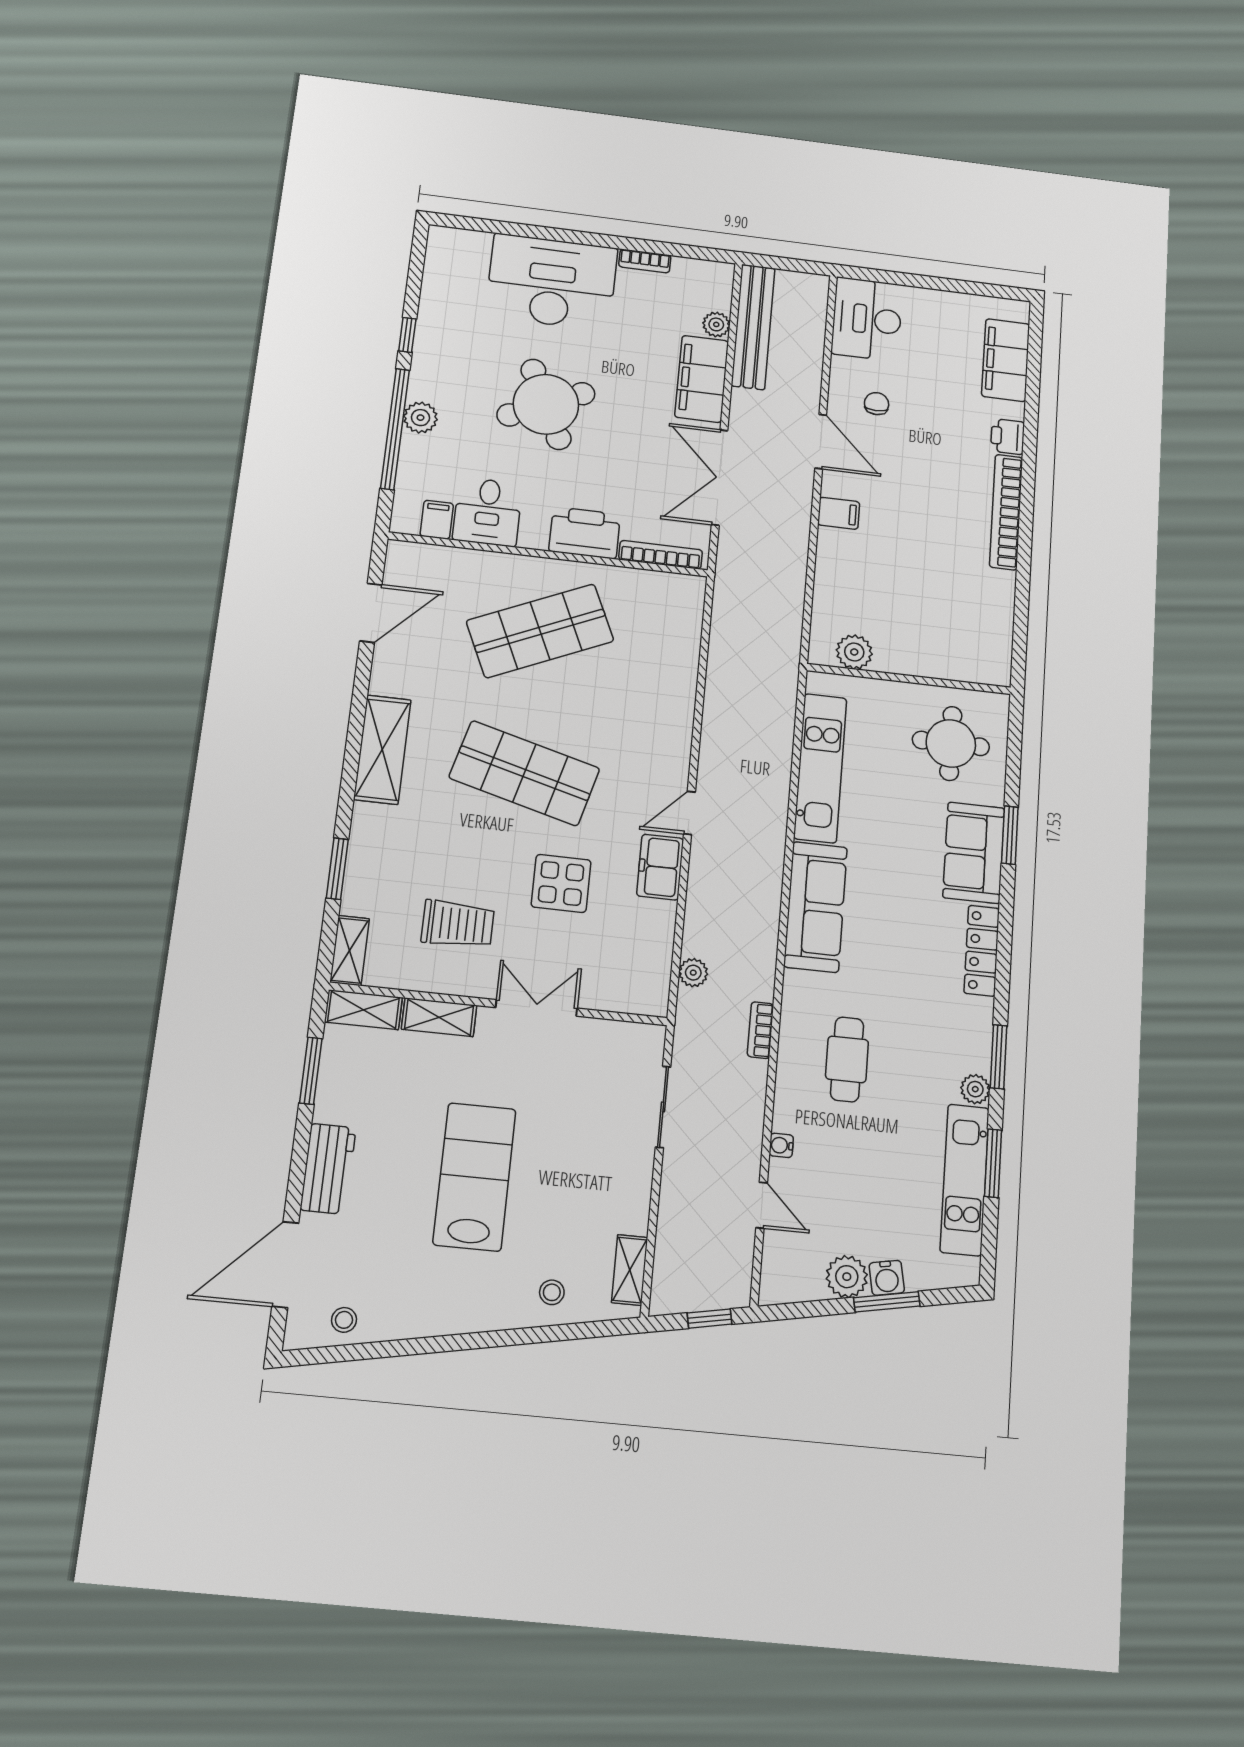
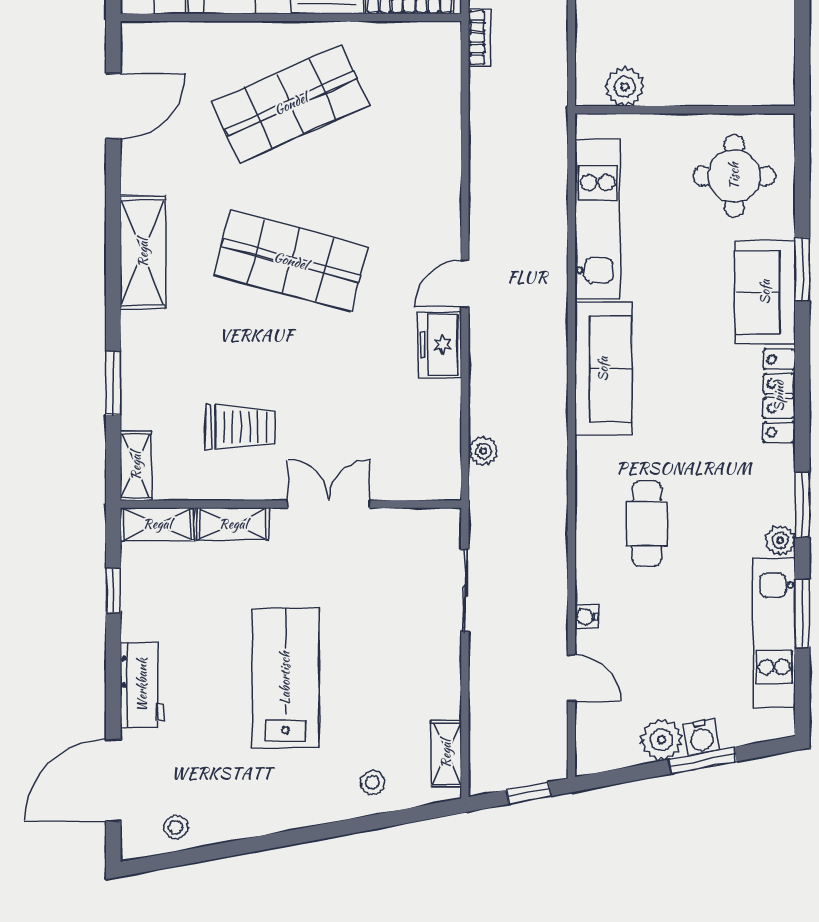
display table: (561, 883) -> (340, 373), removed
bookcase: (760, 1030) -> (480, 38), moved, turned 180
window: (311, 1071) -> (113, 590), width x0.67

